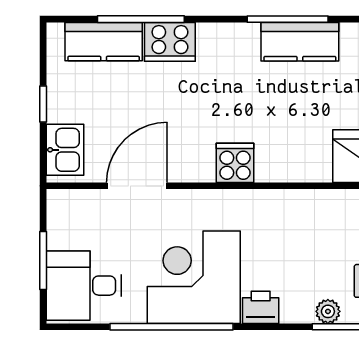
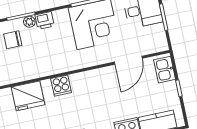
cooker: (235, 163) -> (61, 86), moved
printer: (261, 307) -> (45, 20), moved

